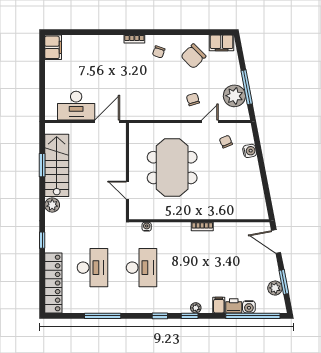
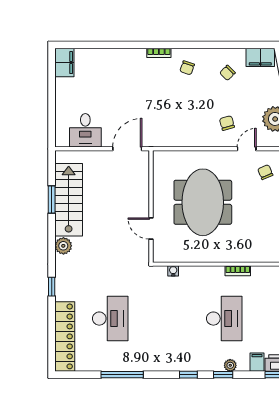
chair: (193, 56) -> (227, 73), width x0.54, depth x0.54
desk: (76, 106) -> (85, 130), width x0.73
desk: (142, 268) -> (224, 319), moved

